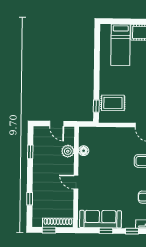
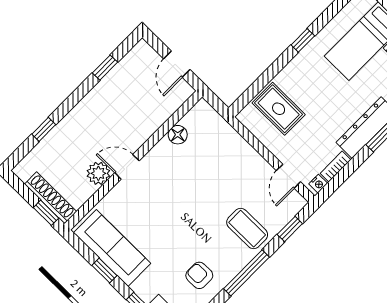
window: (96, 106) -> (303, 40), moved
plant: (68, 151) -> (98, 173), moved
door: (76, 182) -> (127, 167), hinge flipped
window: (49, 230) -> (46, 213), moved

